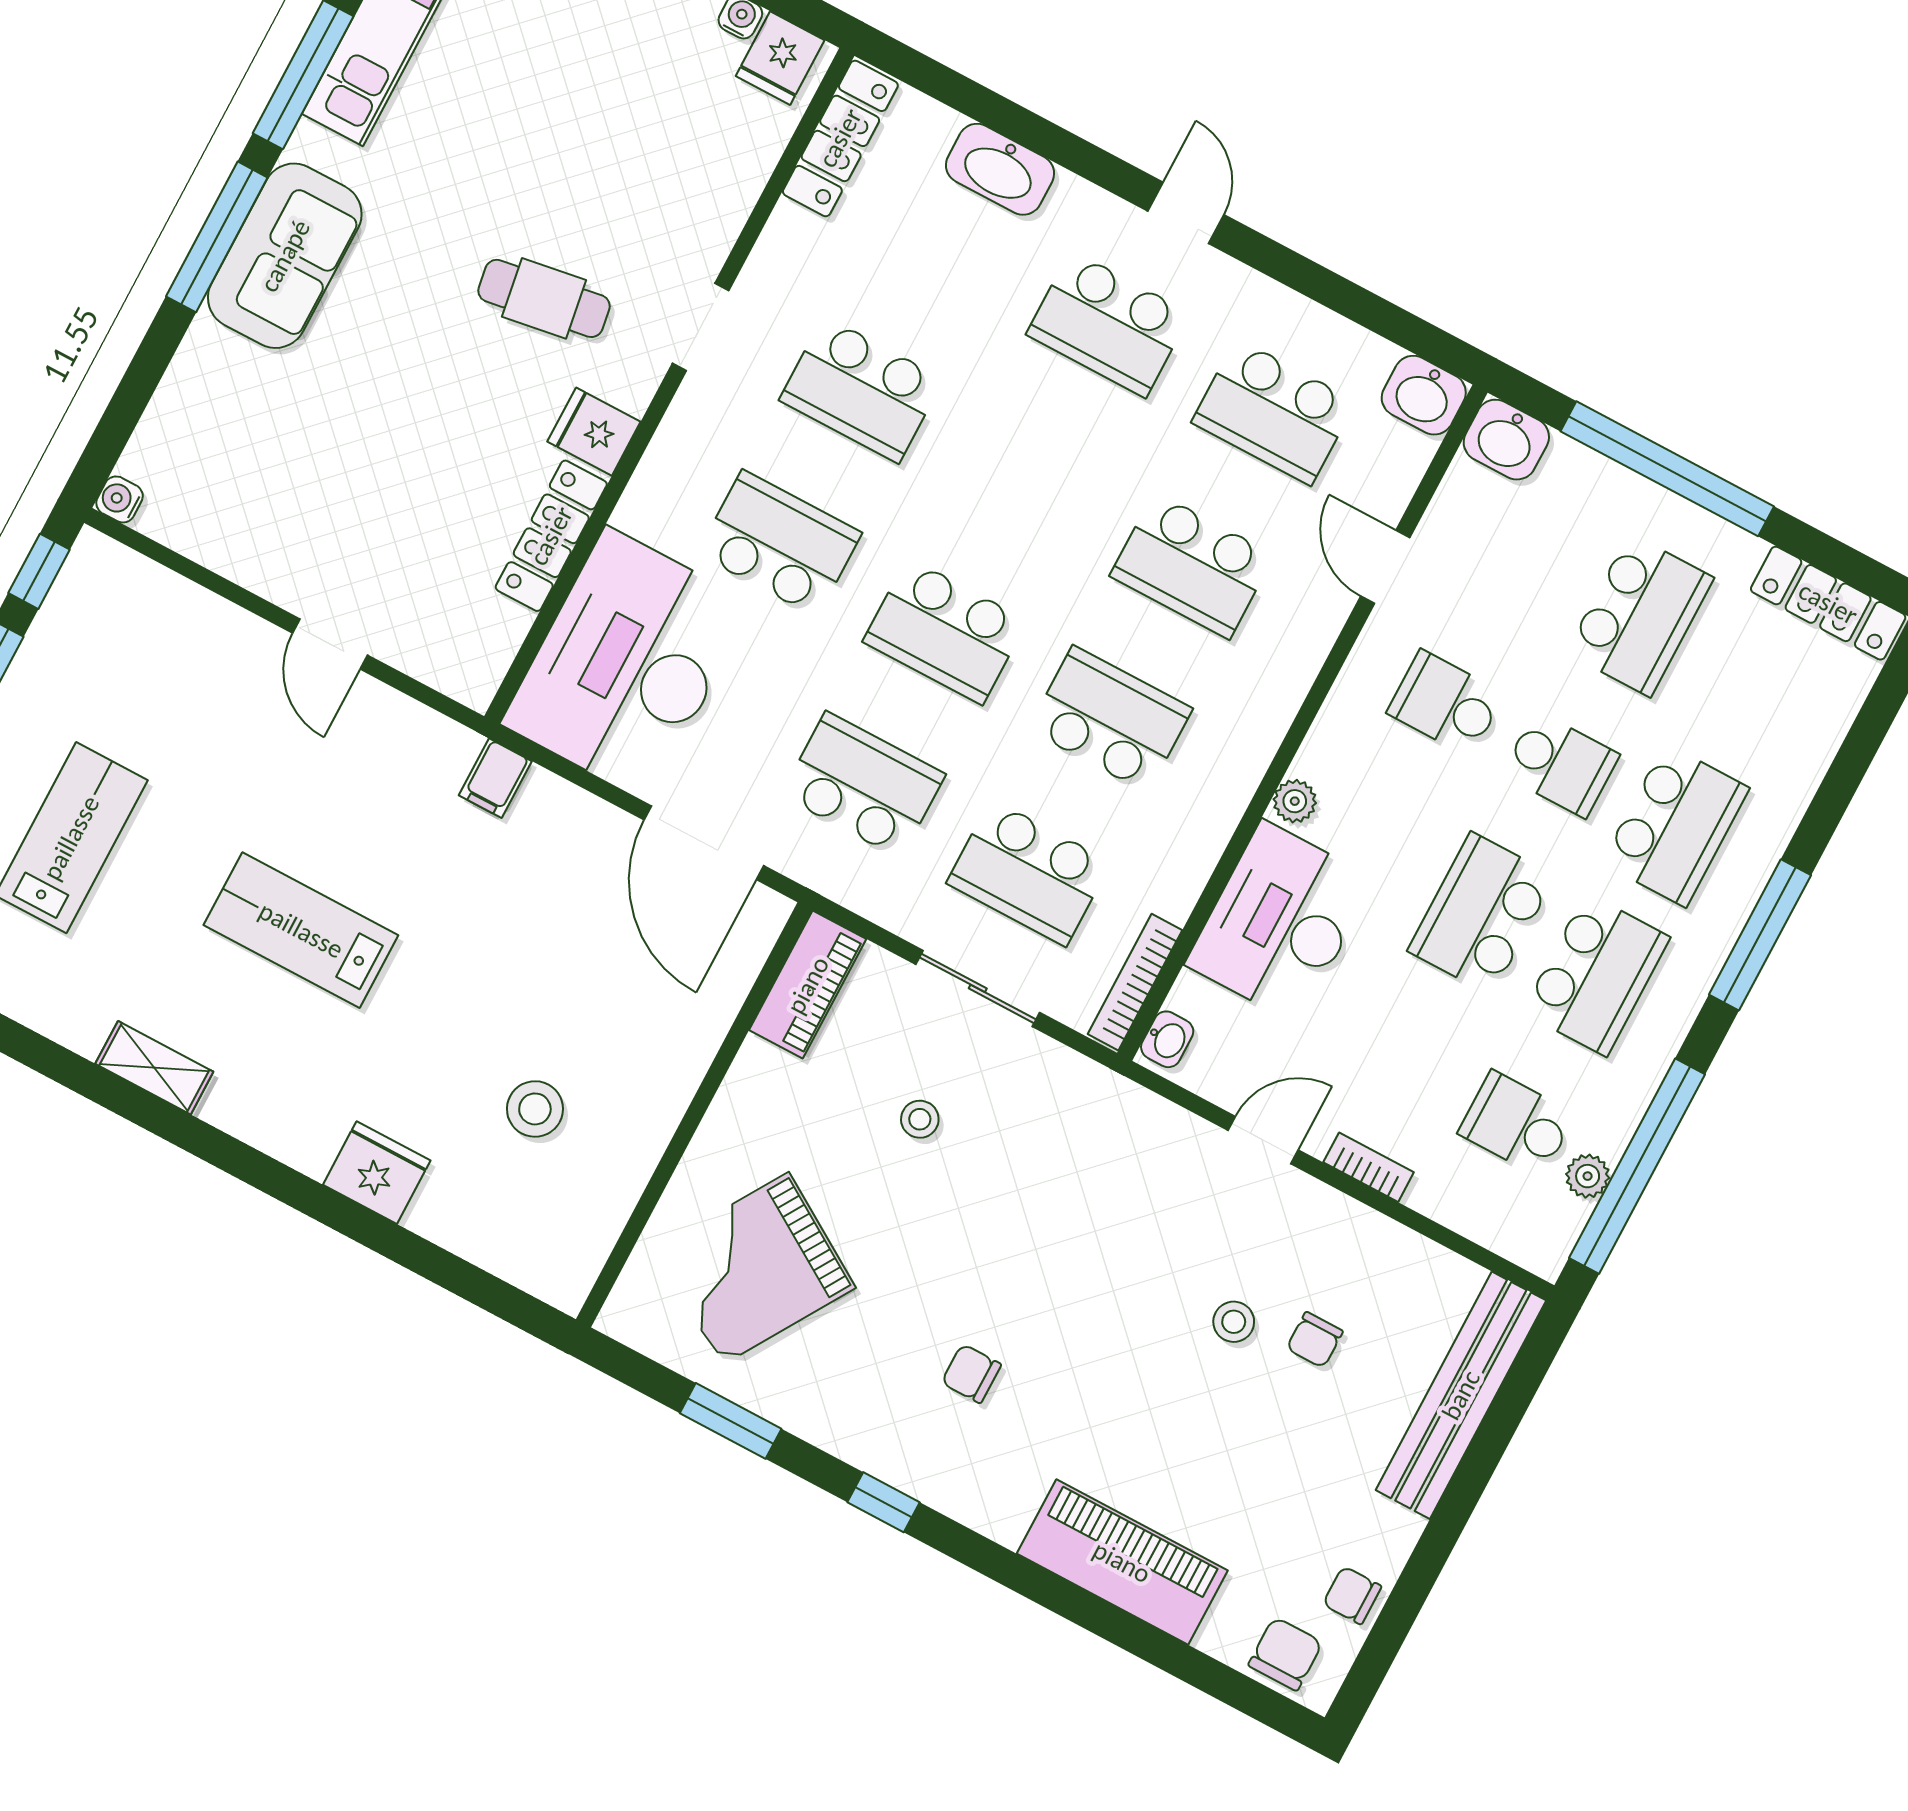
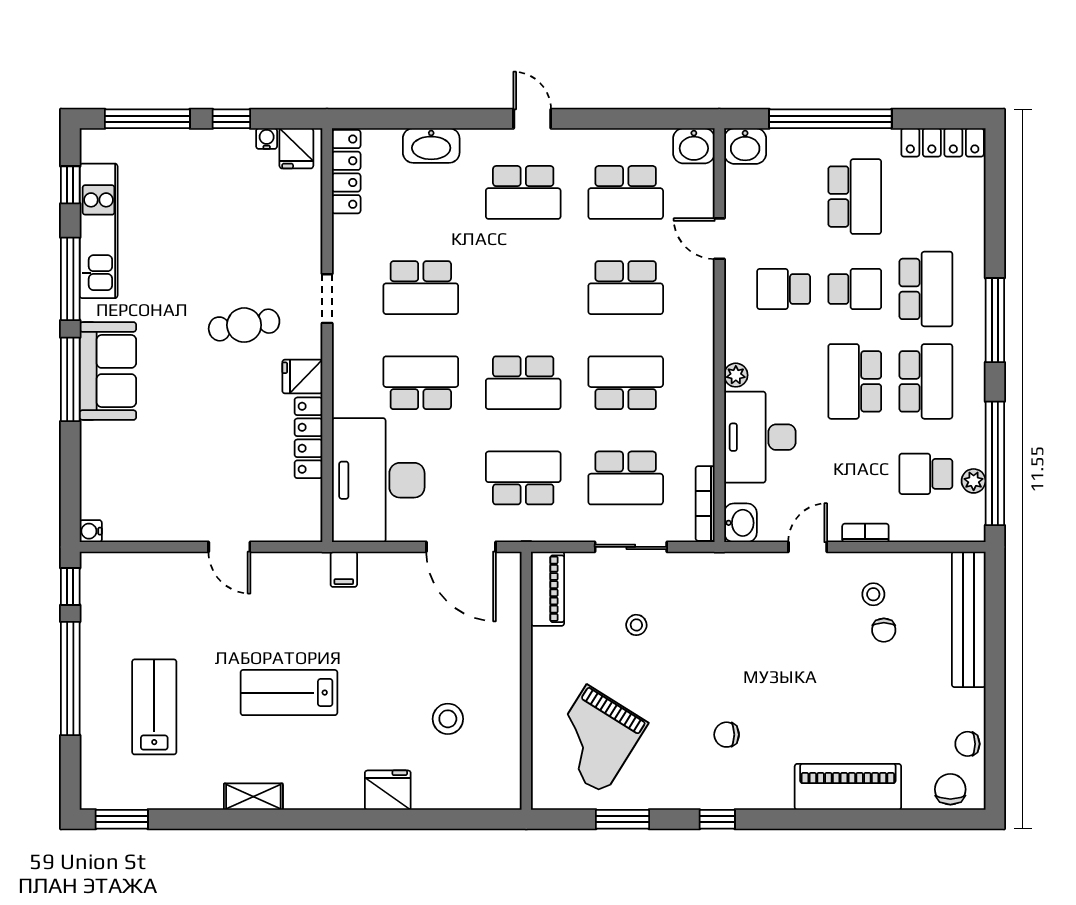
washbasin: (1167, 1039) -> (740, 523), width x1.38, depth x1.45
stool: (1234, 1322) -> (873, 594), moved

